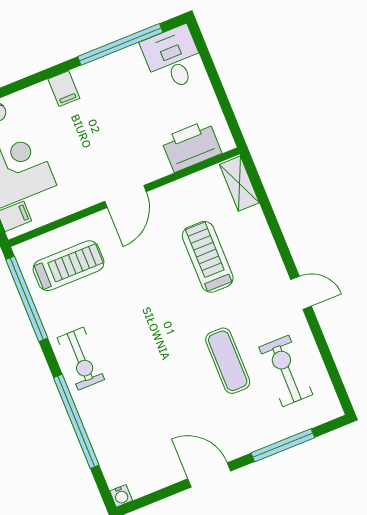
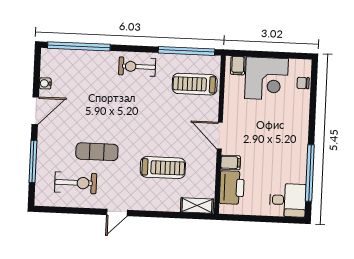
filing cabinet: (64, 89) -> (231, 162), moved, turned 180
treadmill: (68, 266) -> (195, 84), turned 90
window: (76, 421) -> (79, 46), moved
water cooler: (121, 496) -> (45, 83), moved

